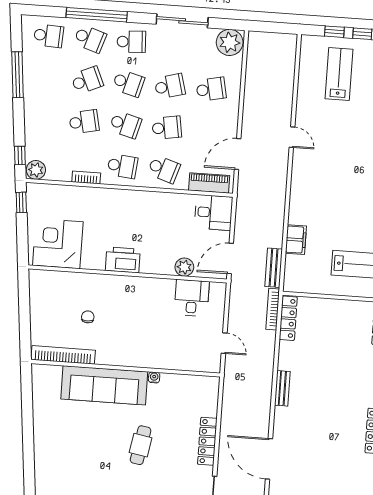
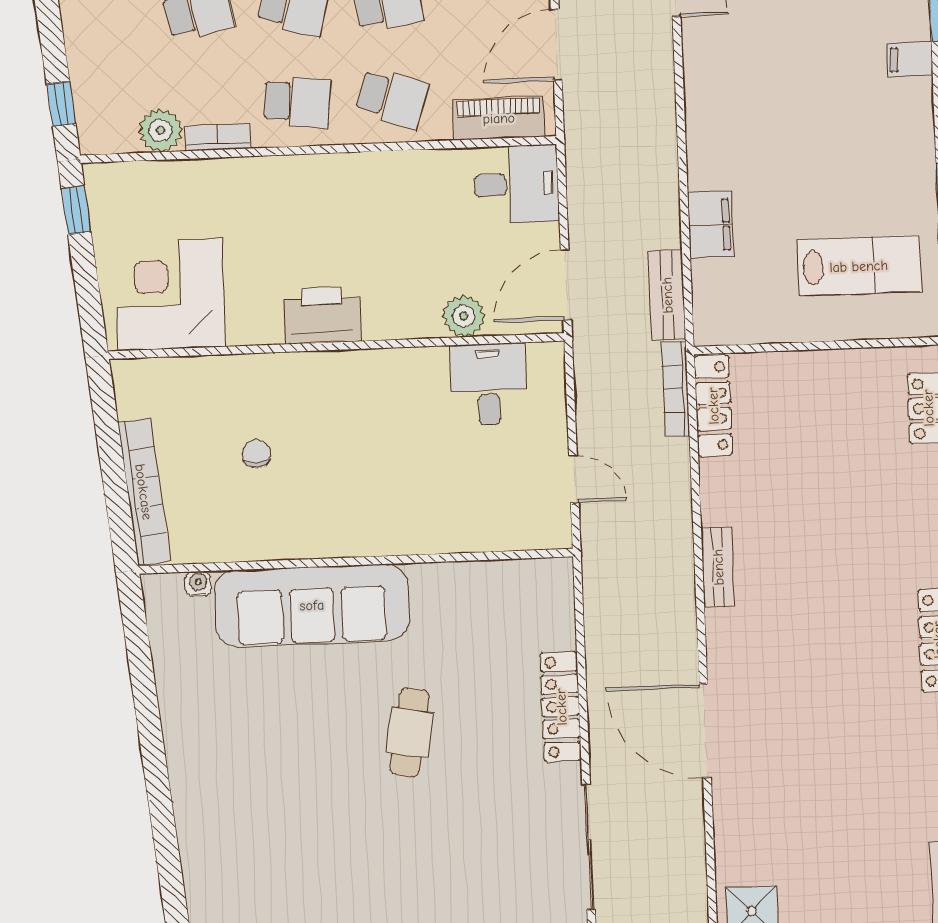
plant: (36, 170) -> (160, 130), moved
bookcase: (63, 355) -> (144, 492), moved, turned 84
water cooler: (154, 377) -> (198, 584), moved

